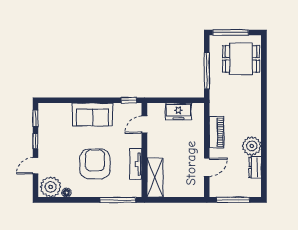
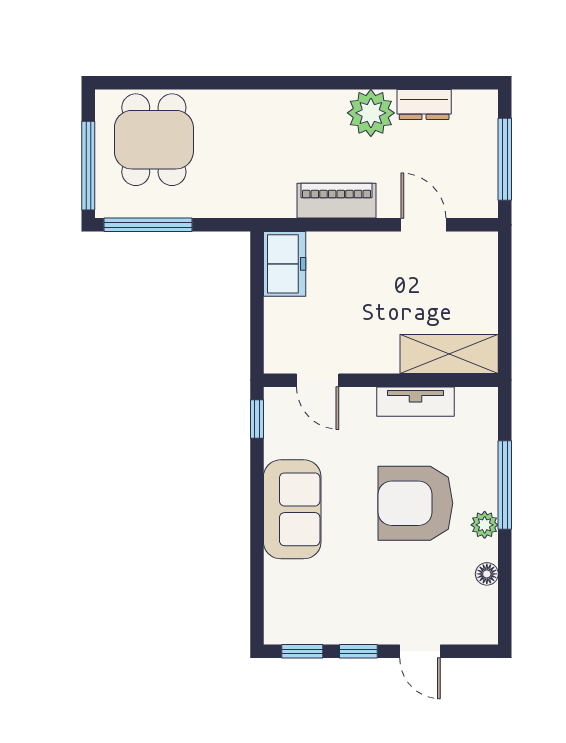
window: (207, 71) -> (148, 225), moved
freezer: (178, 111) -> (285, 264), moved
plant: (51, 187) -> (485, 525), moved, width x0.53, depth x0.53
window: (118, 200) -> (505, 485), moved

